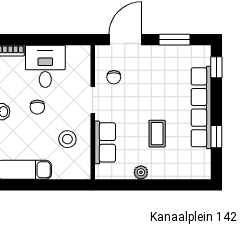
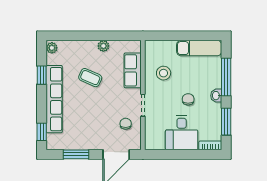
coffee table: (157, 134) -> (90, 78), turned -66
plant: (204, 170) -> (52, 48), added

